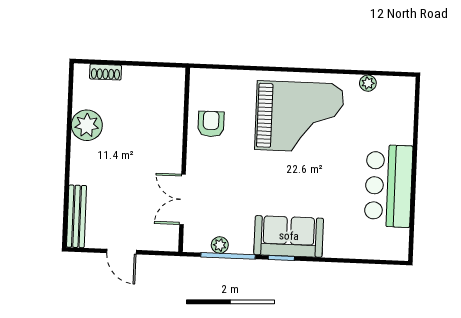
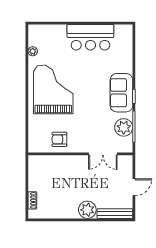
plant: (87, 125) -> (87, 210), moved
plant: (220, 245) -> (124, 127), width x1.88, depth x1.88

